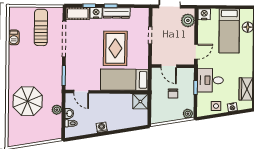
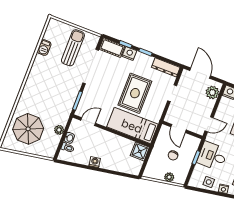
dresser: (116, 13) -> (166, 67), moved
door: (81, 92) -> (88, 122), swing flipped
parasol: (28, 101) -> (28, 129), moved
plant: (188, 114) -> (169, 177), moved

